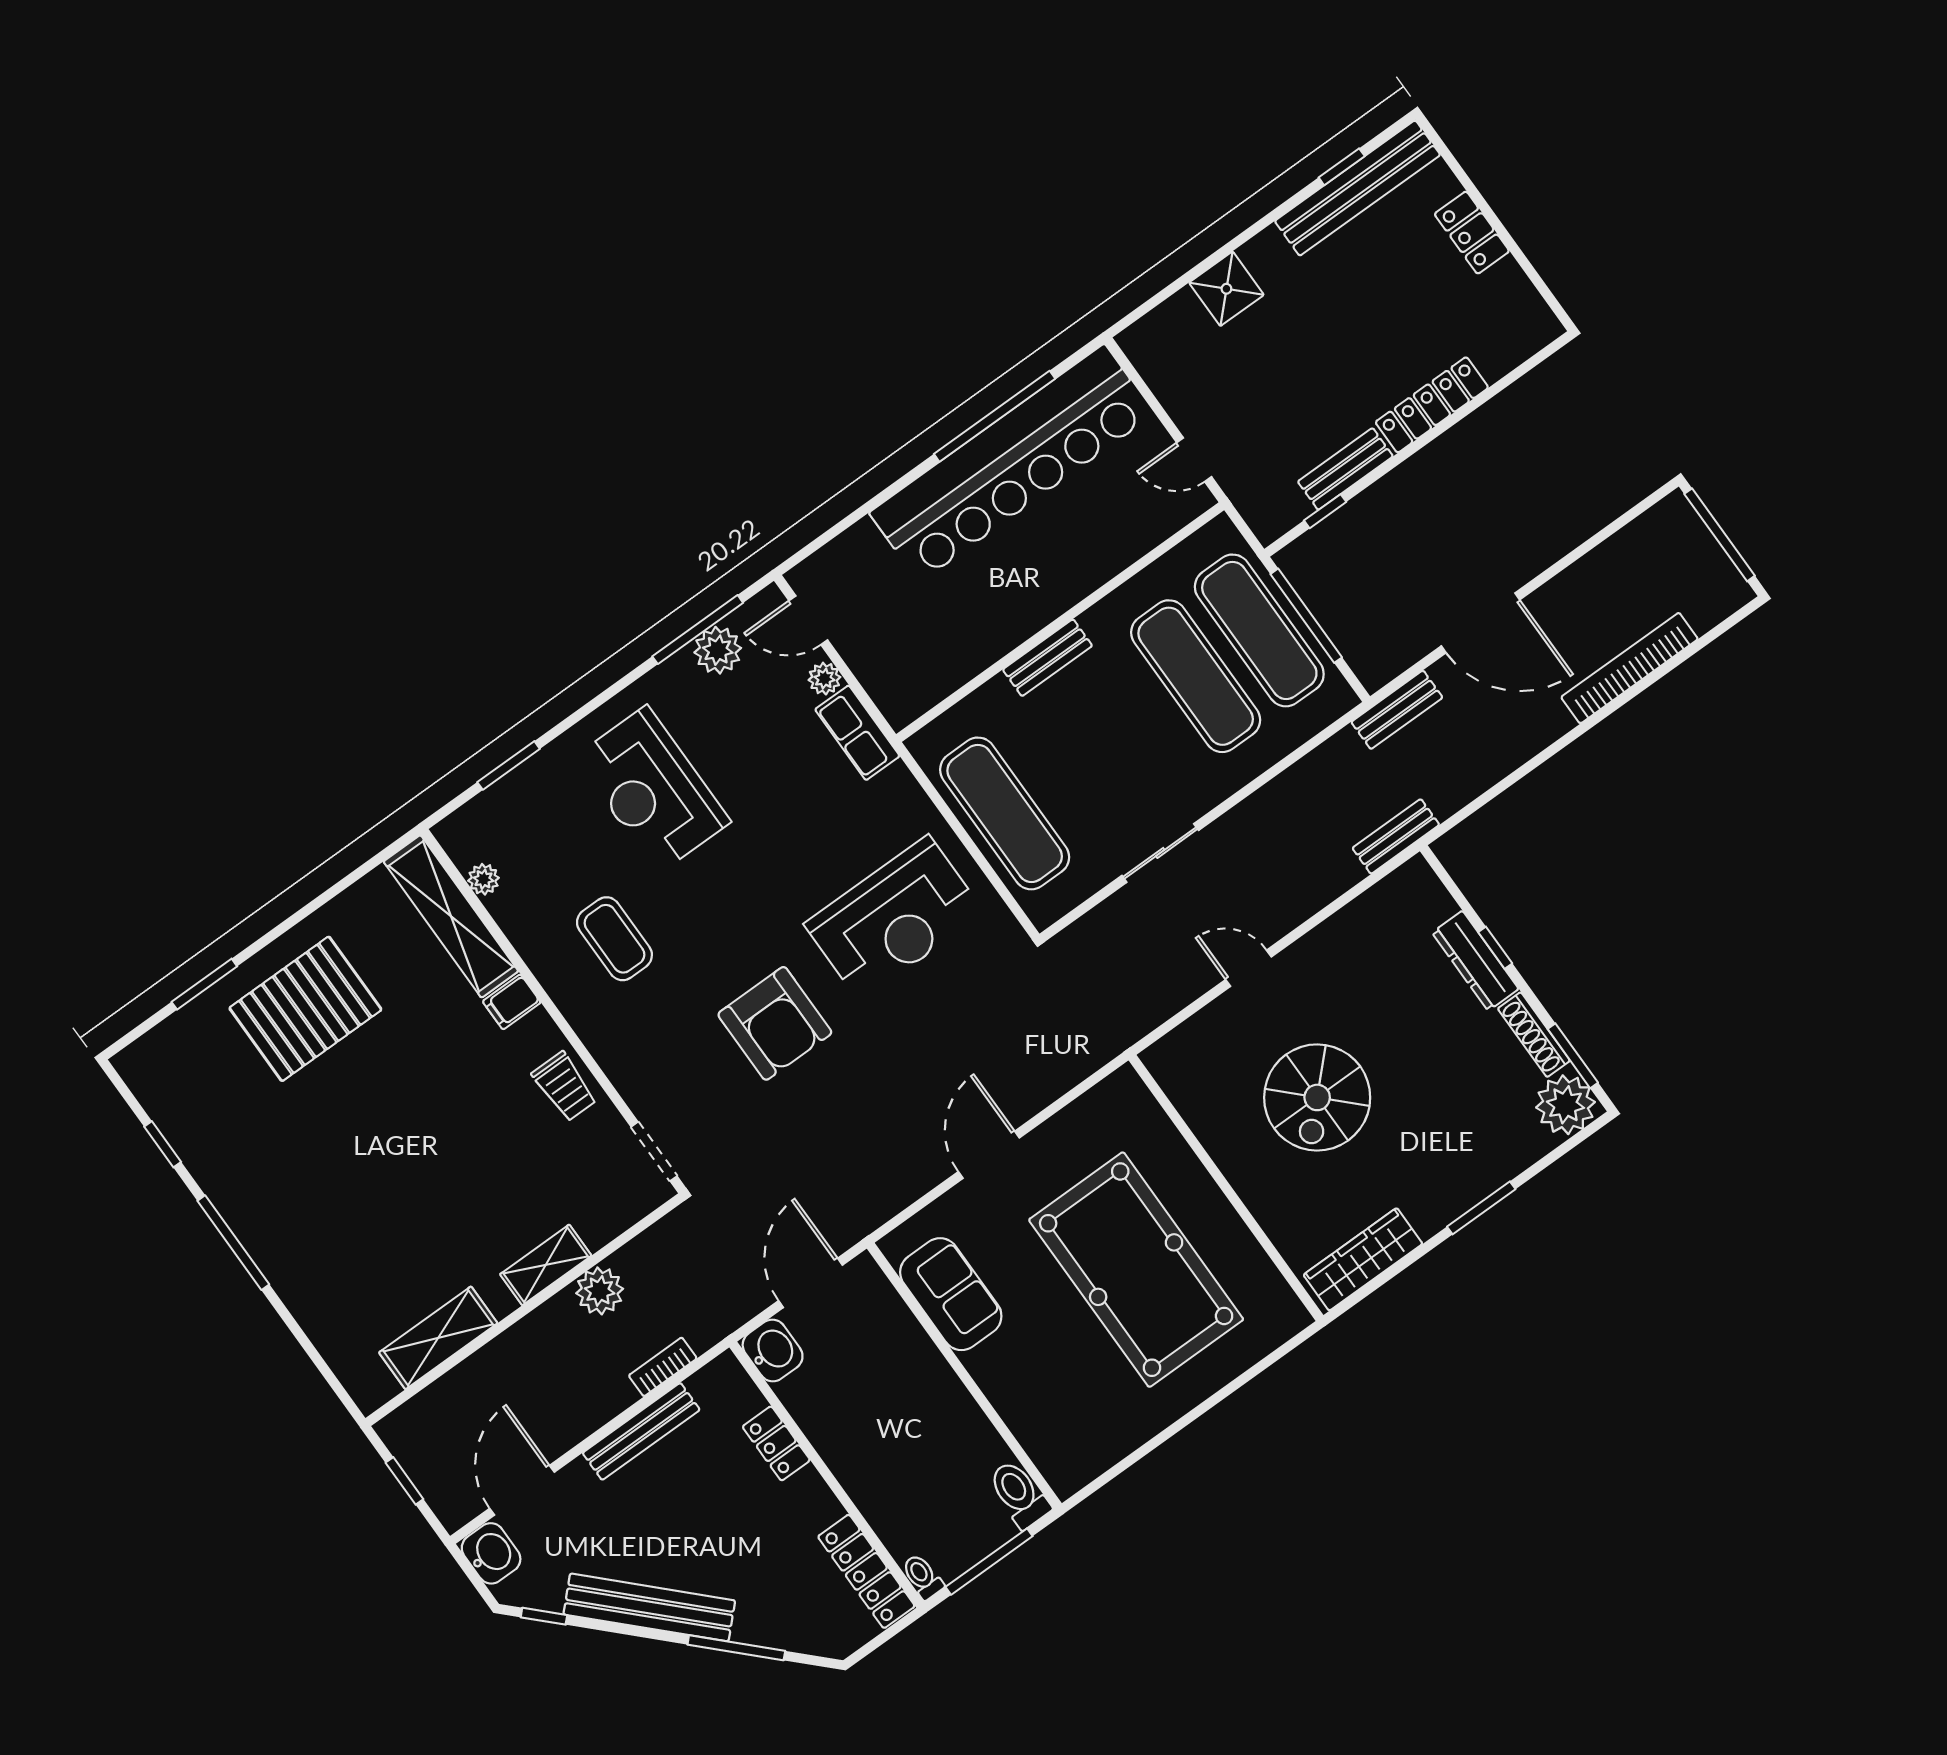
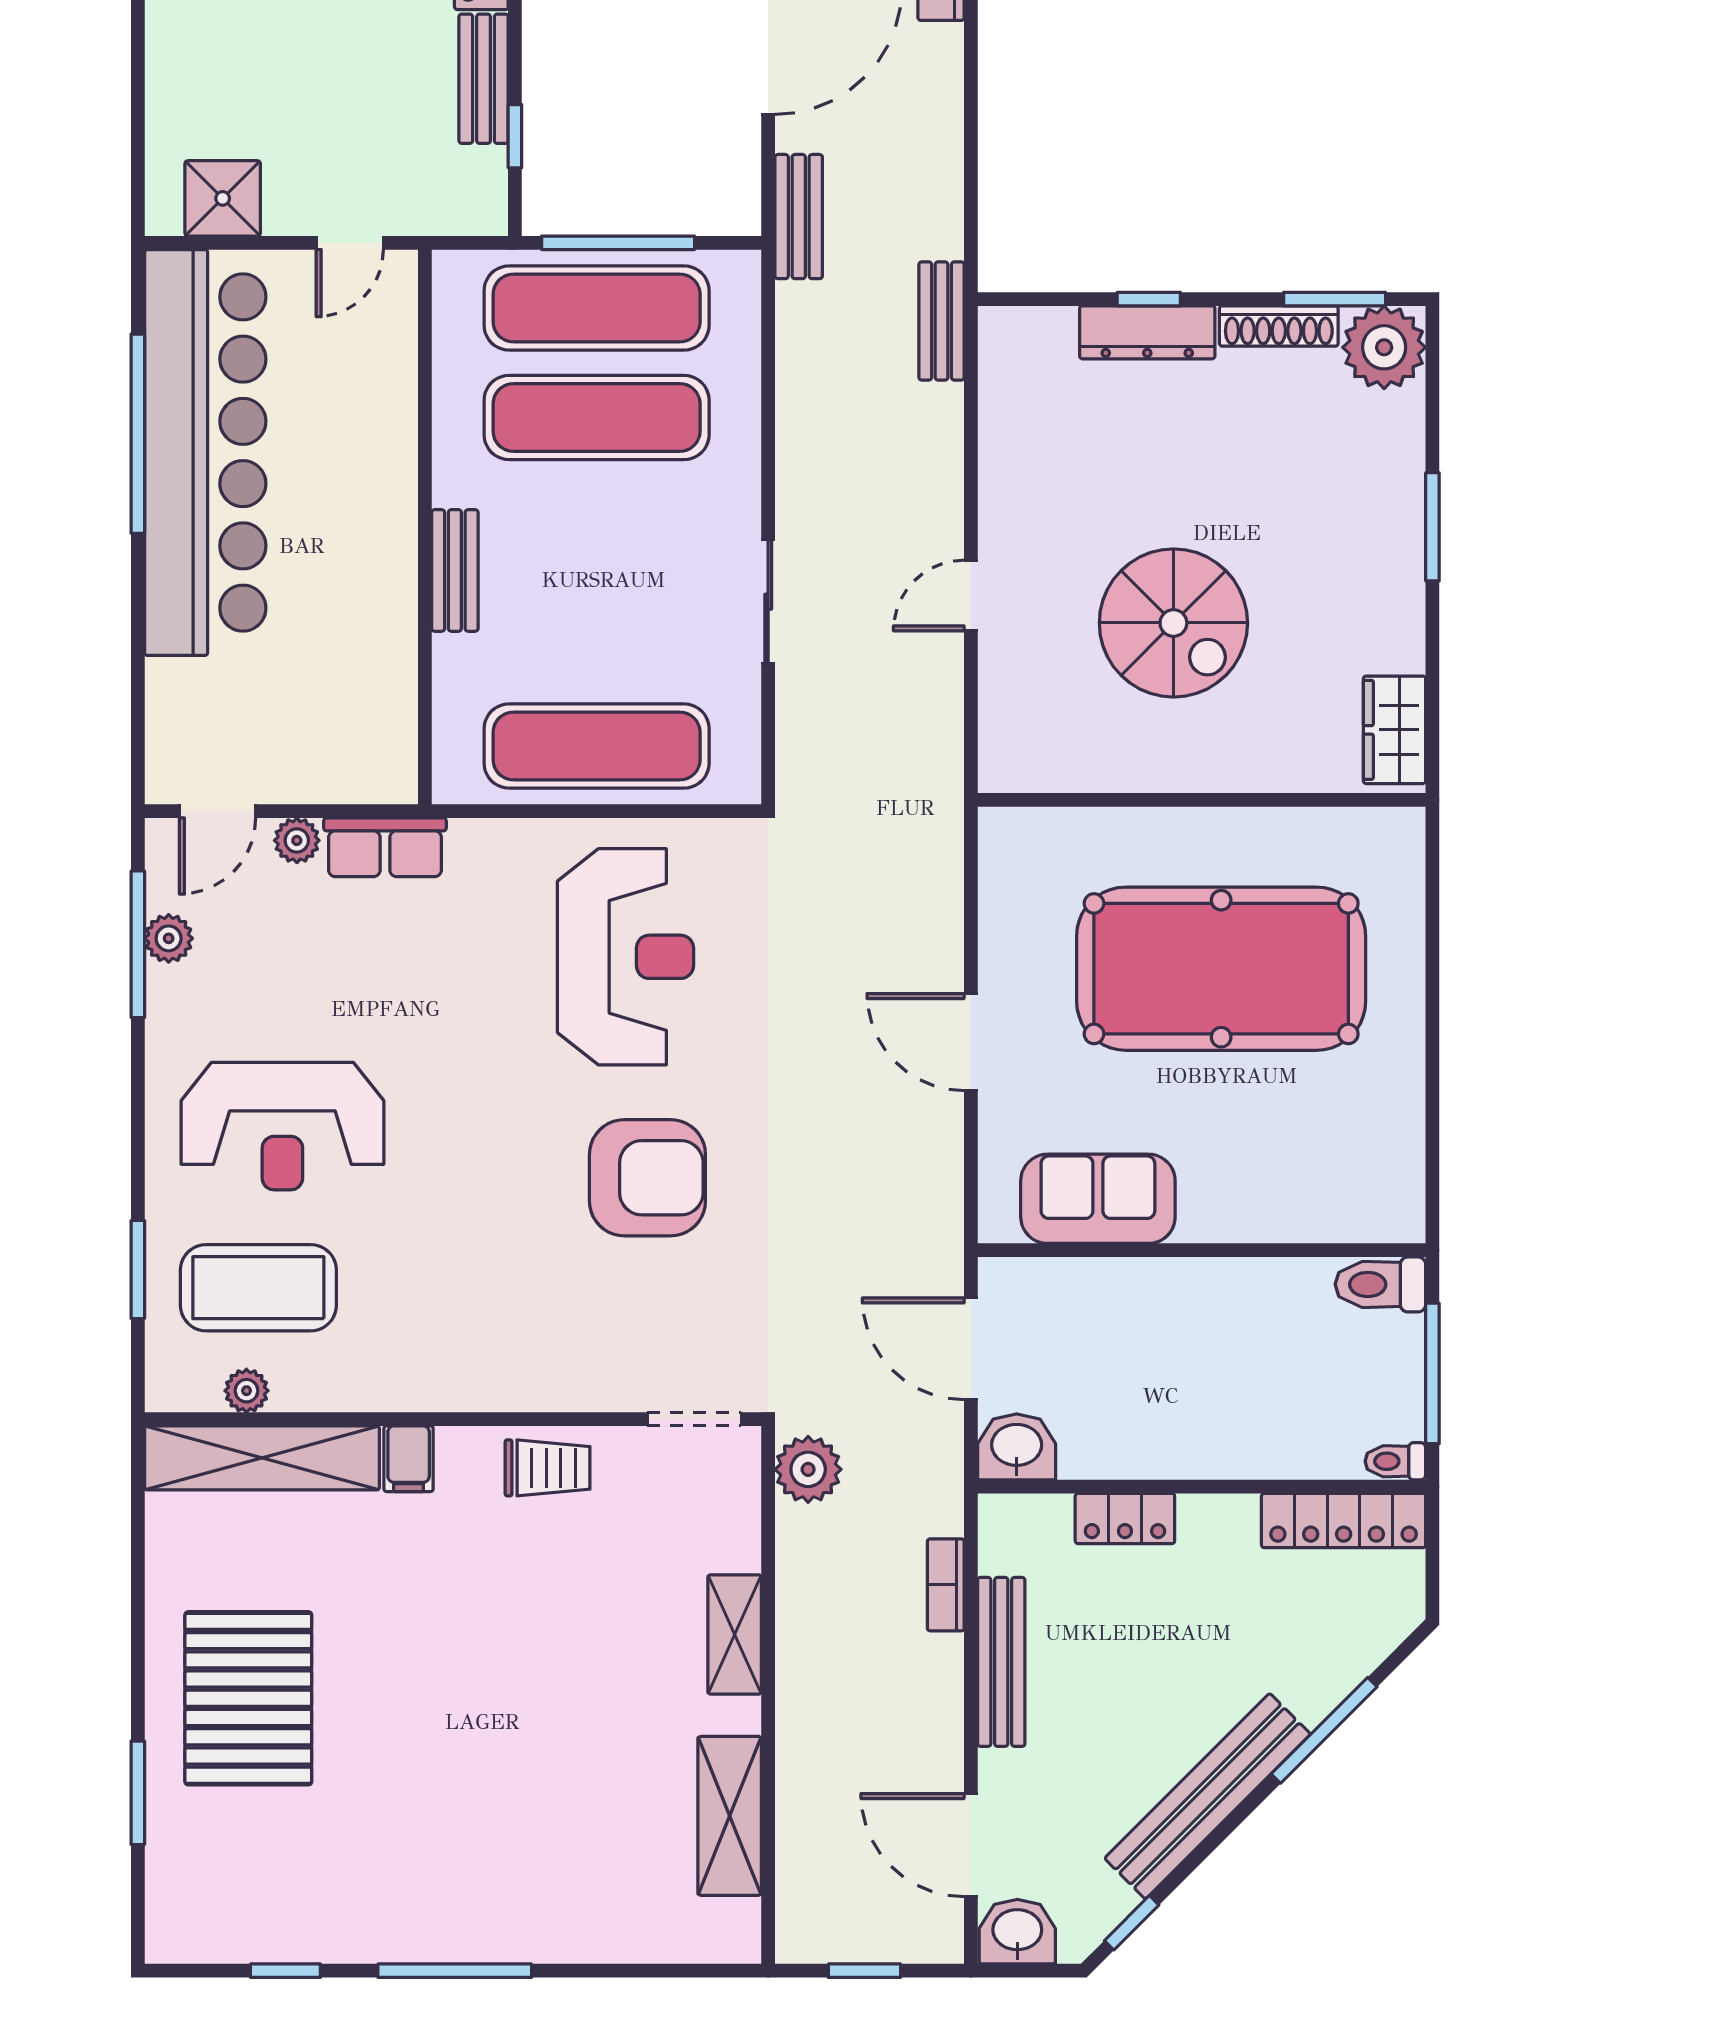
shower: (1226, 289) -> (223, 198), moved
plant: (718, 650) -> (169, 938), width x0.73, depth x0.73
coffee table: (614, 939) -> (258, 1288), moved, width x1.36, depth x1.32
wardrobe: (1363, 1259) -> (1394, 730), width x0.67
plant: (600, 1291) -> (808, 1469), moved

